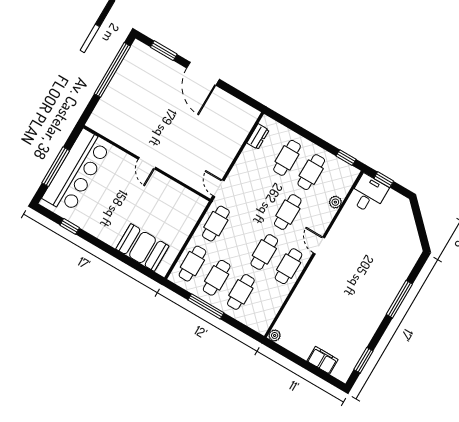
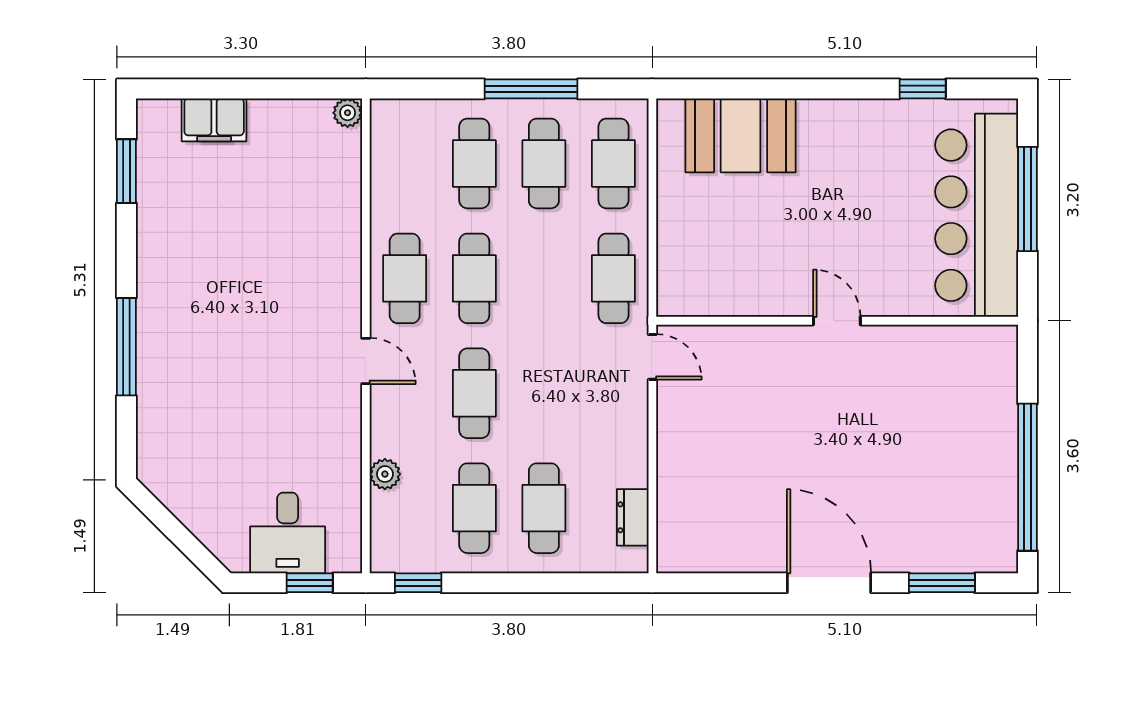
desk: (368, 194) -> (288, 533), moved

